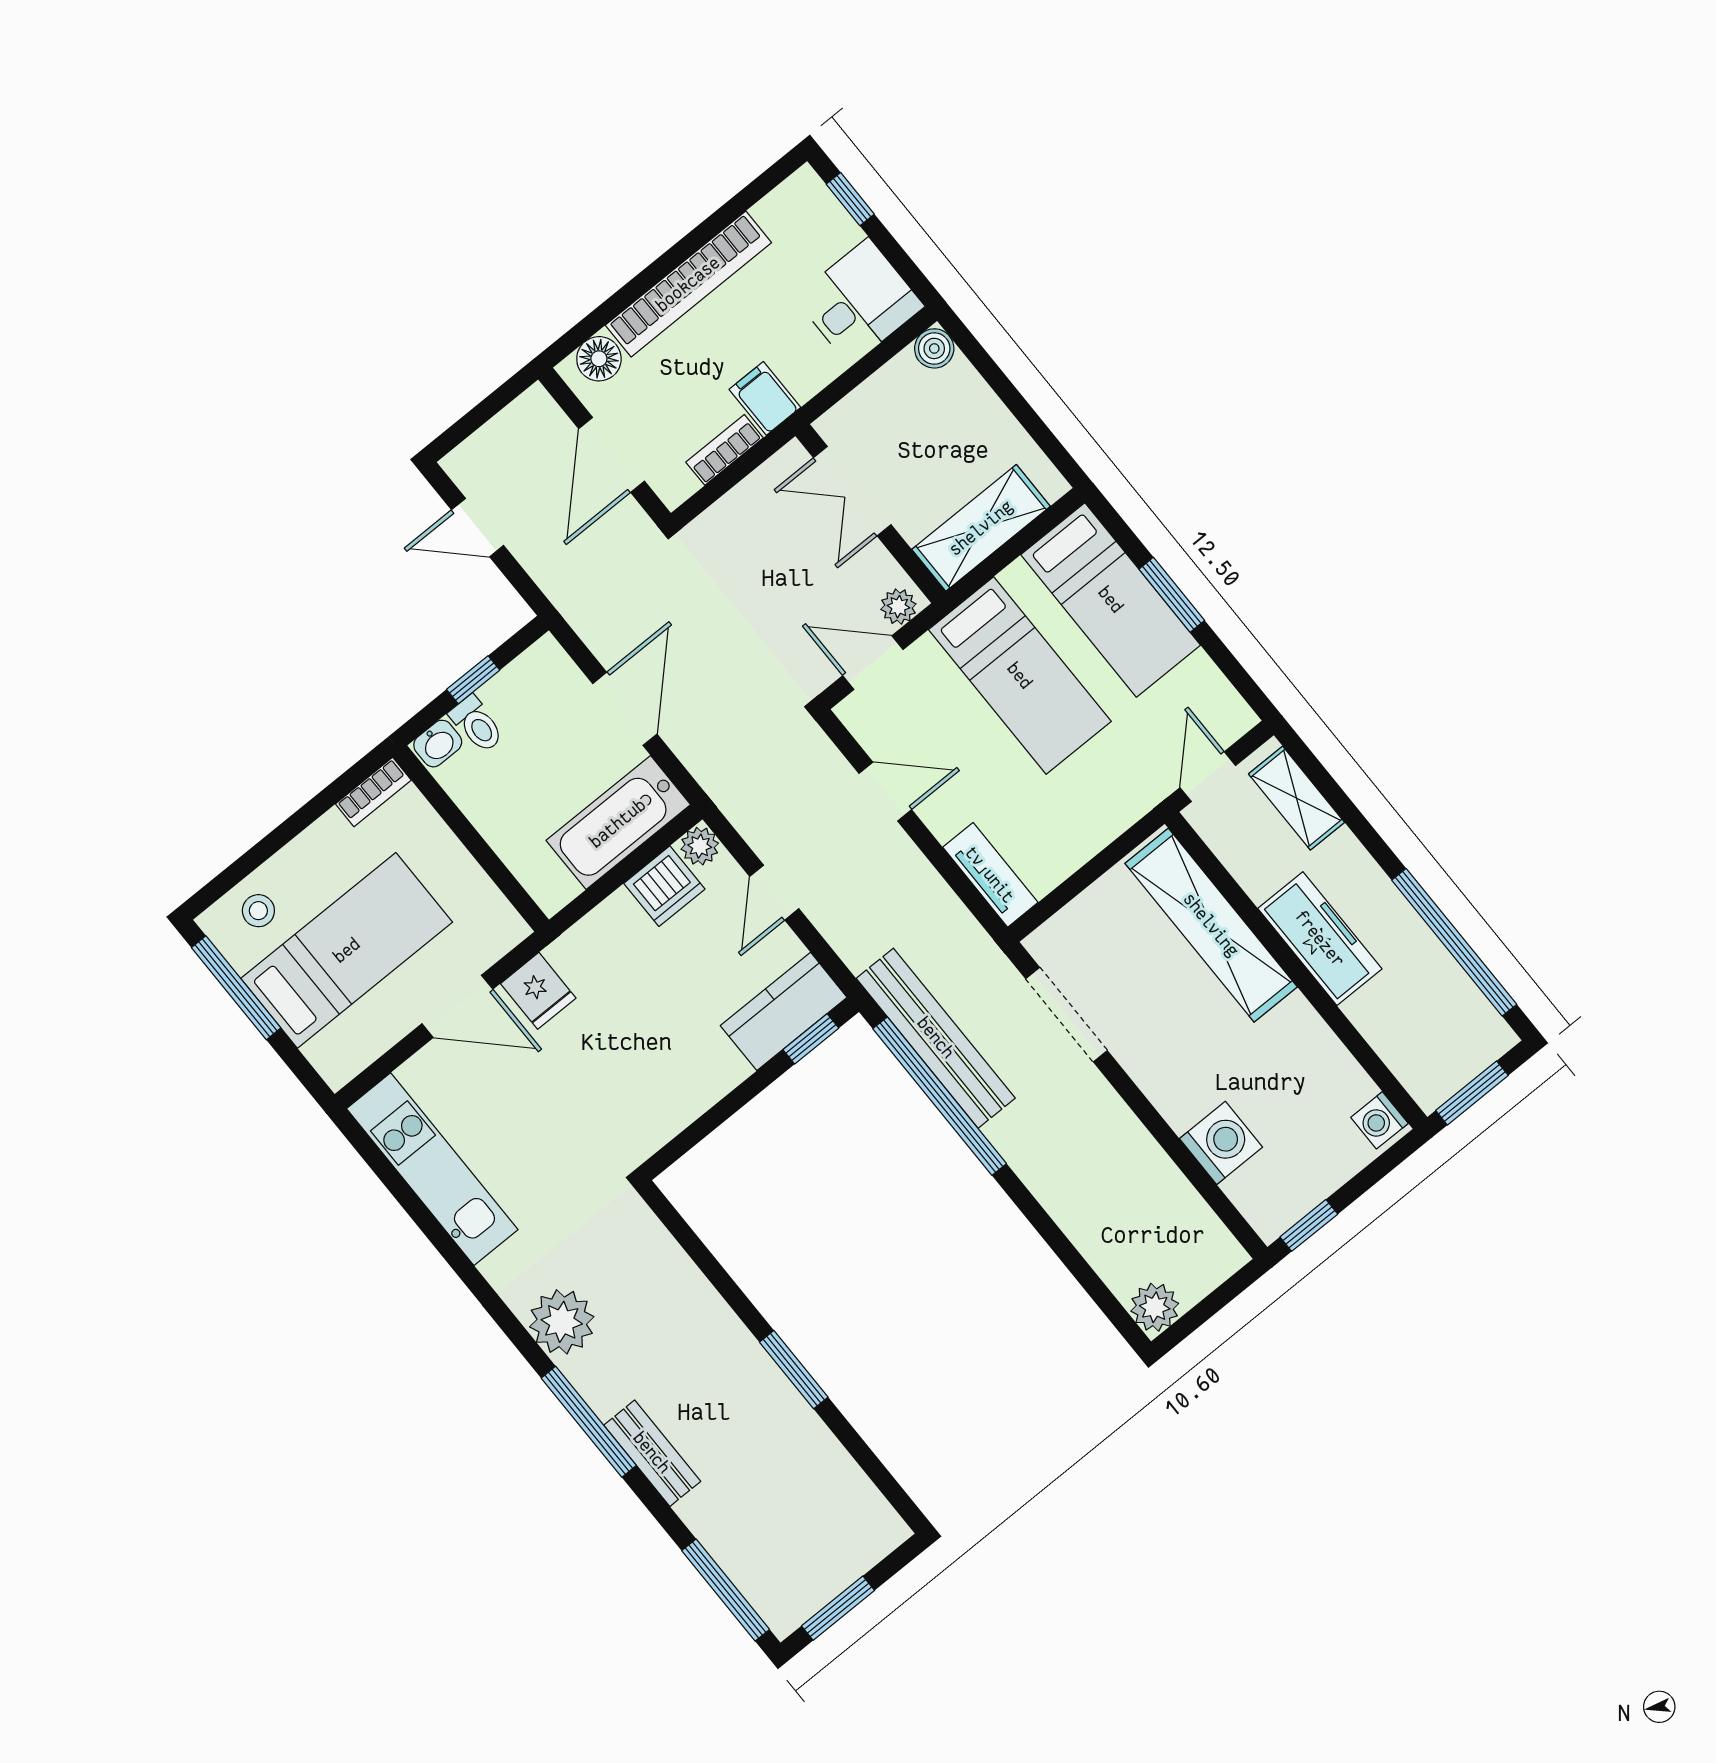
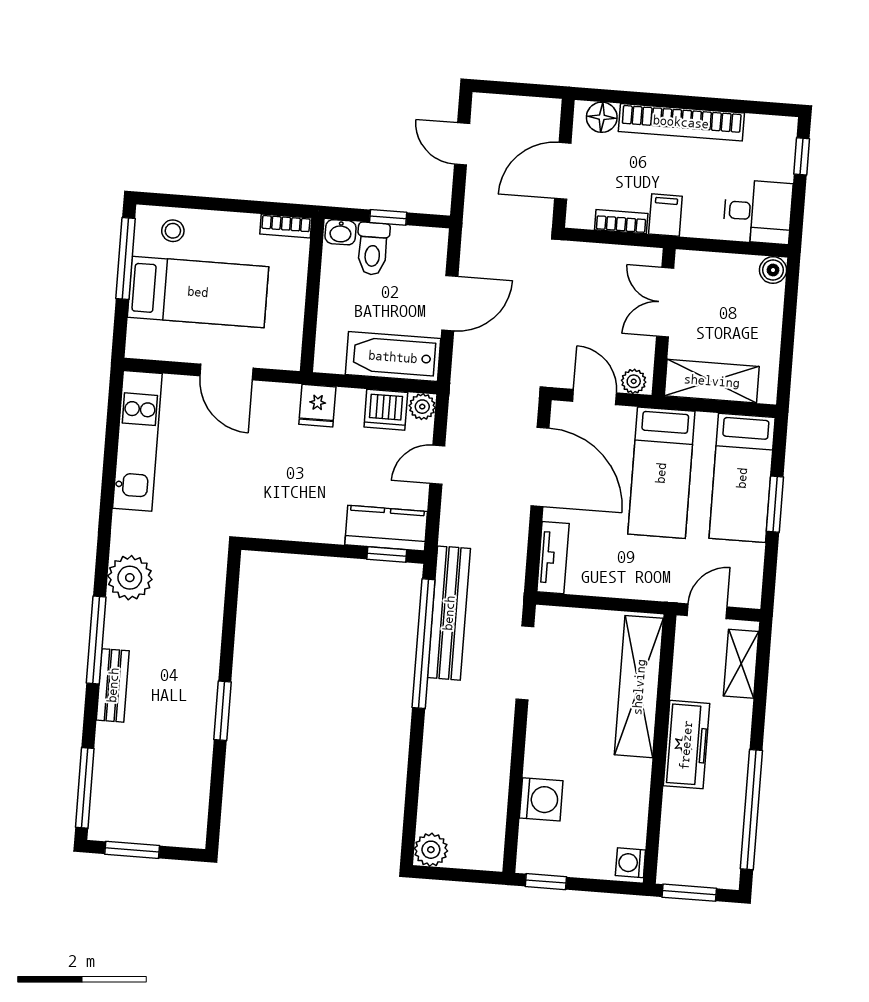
toilet: (477, 724) -> (373, 249), width x1.37, depth x1.39
door: (885, 792) -> (540, 467), width x1.87
fridge: (538, 991) -> (317, 406), moved

